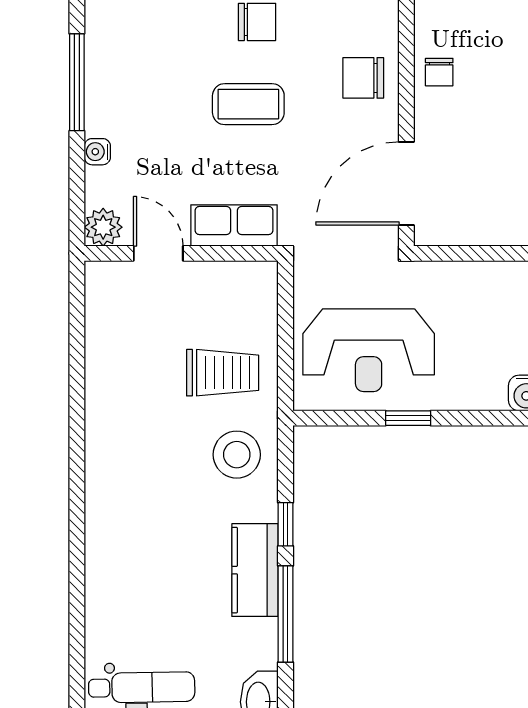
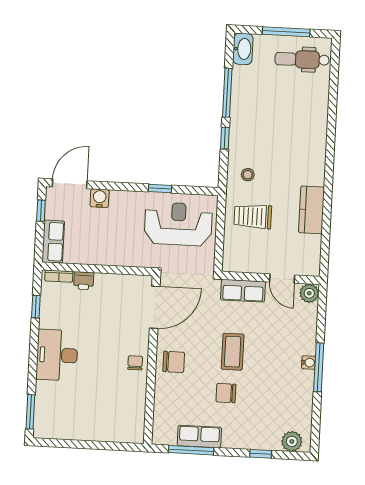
coffee table: (248, 104) -> (233, 352), turned 90
water cooler: (97, 152) -> (309, 363), moved
stool: (237, 455) -> (248, 175), width x0.53, depth x0.53
kitchen counter: (255, 570) -> (311, 210), moved, turned 180

